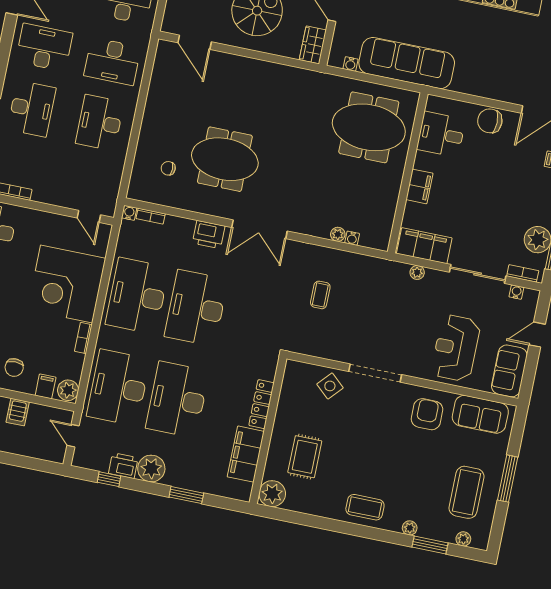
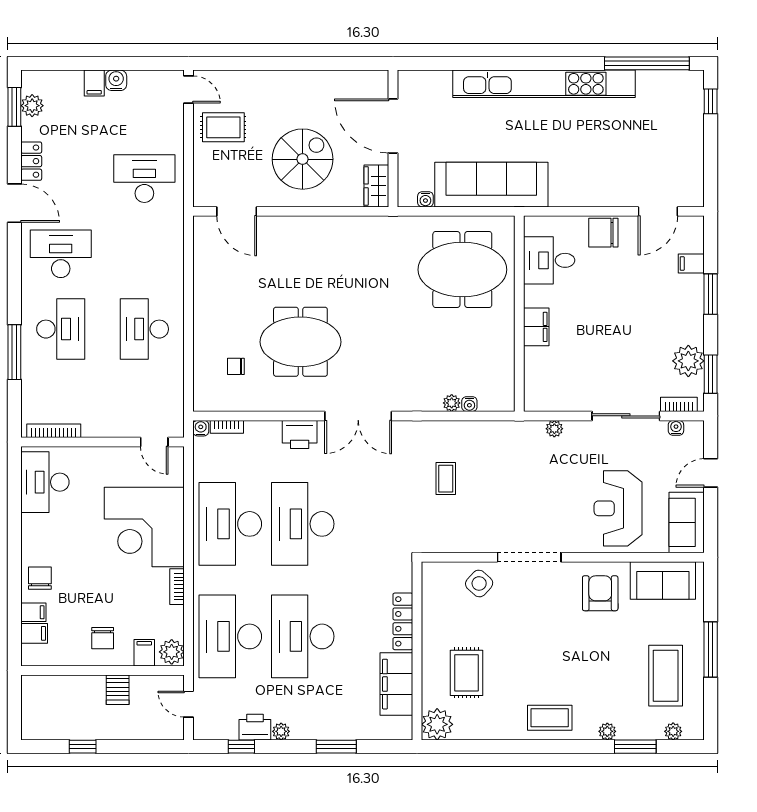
desk: (112, 61) -> (144, 254), removed
filing cabinet: (424, 246) -> (556, 396), removed
plant: (151, 468) -> (281, 731), width x0.53, depth x0.53

